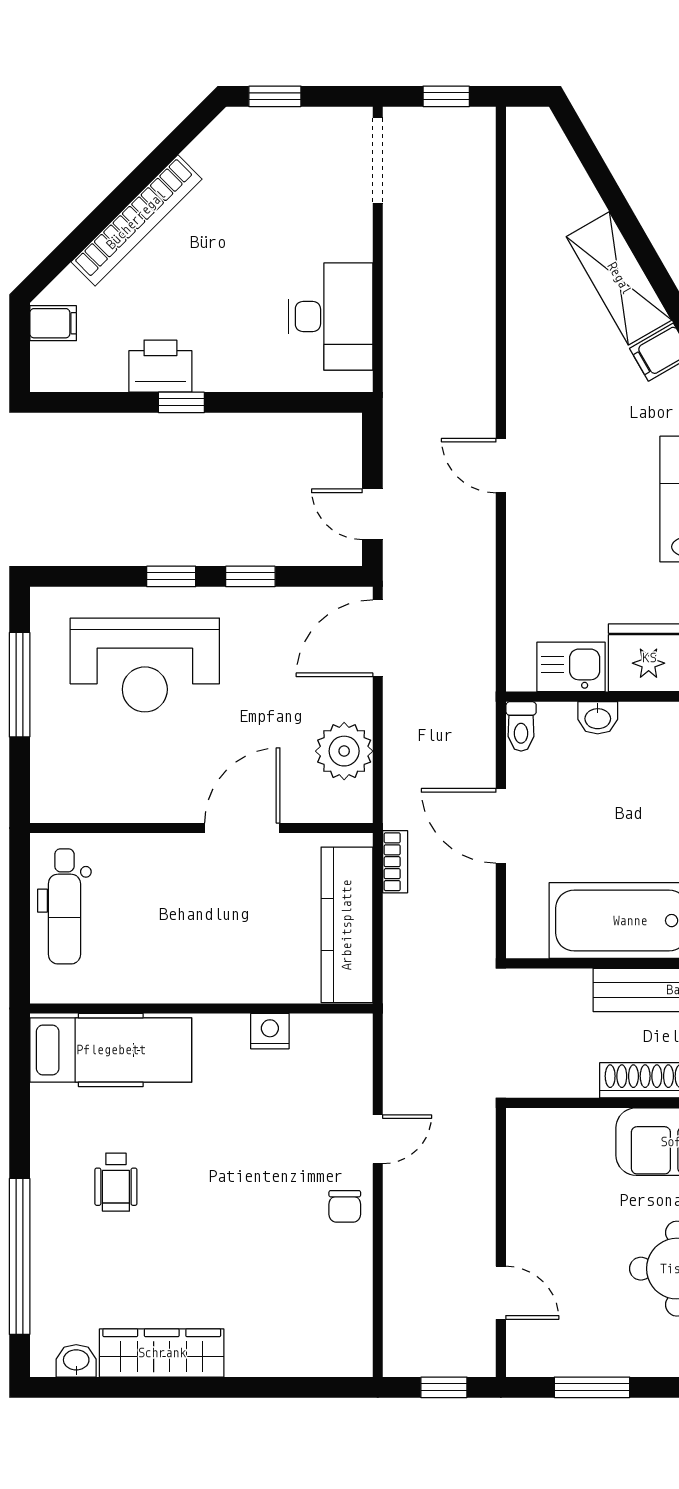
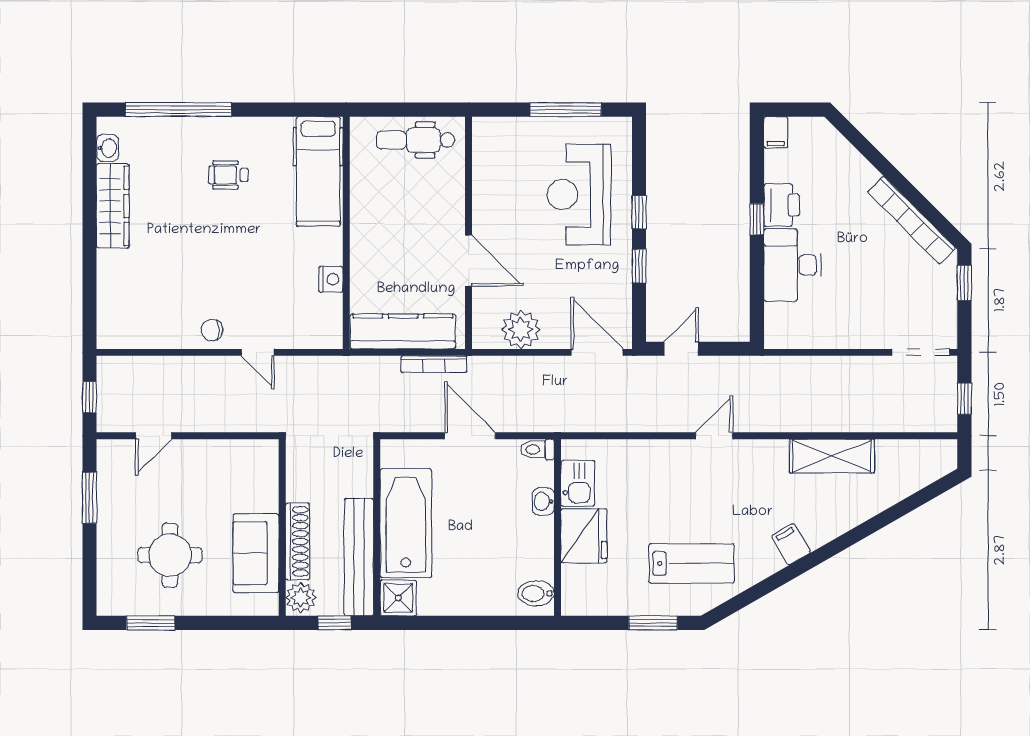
bookcase: (136, 220) -> (912, 220), moved
shelving: (619, 278) -> (832, 456), moved, turned 30
desk: (331, 317) -> (792, 265), moved, turned 90
filing cabinet: (53, 323) -> (776, 132), moved
door: (501, 826) -> (470, 436), hinge flipped
bookcase: (395, 862) -> (434, 364), width x1.56

